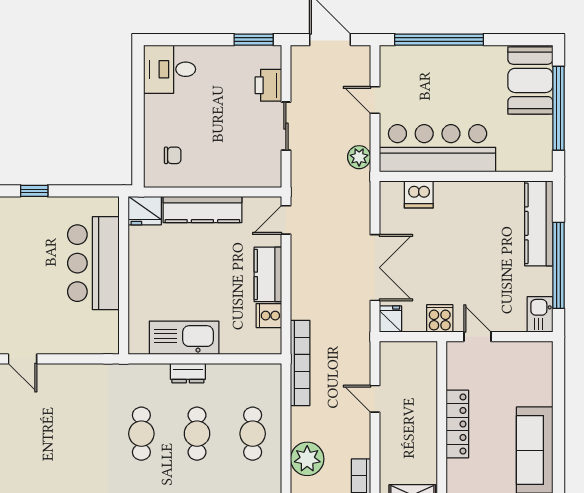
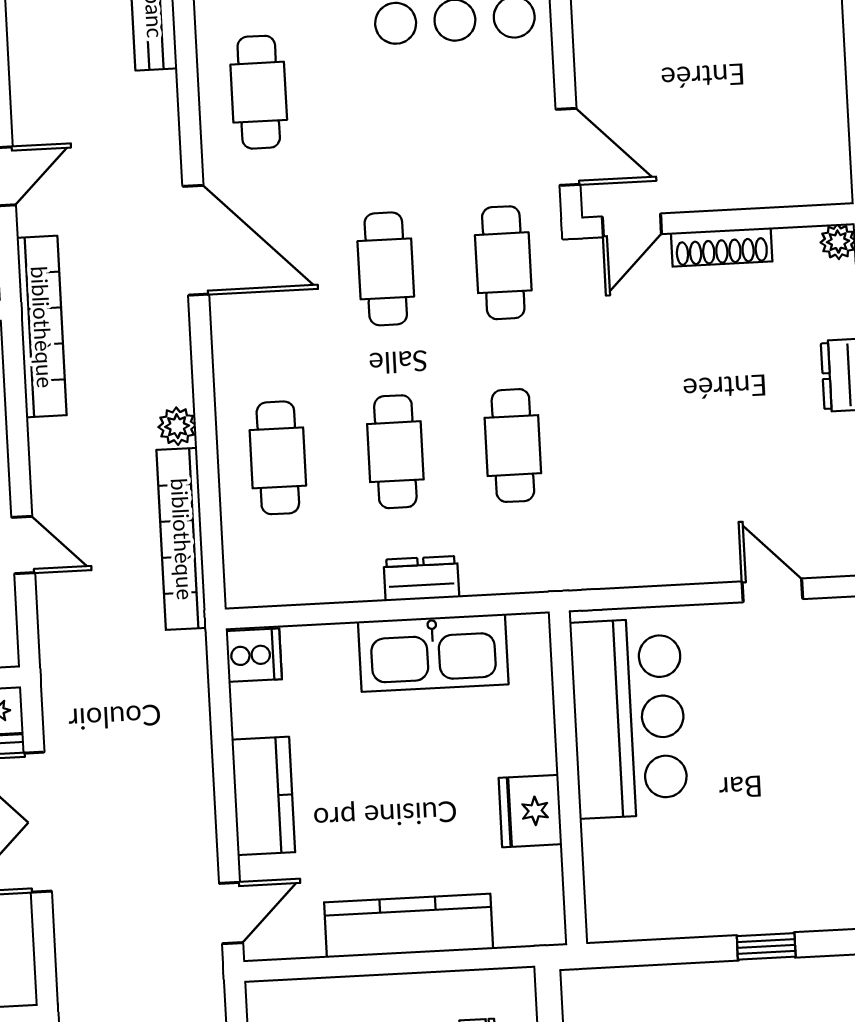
fridge: (145, 211) -> (530, 811), moved, turned -90
bar counter: (93, 263) -> (629, 718), moved
cooker: (269, 316) -> (254, 655), moved
bookcase: (300, 363) -> (182, 539), moved
plant: (307, 459) -> (177, 426), width x0.53, depth x0.53

